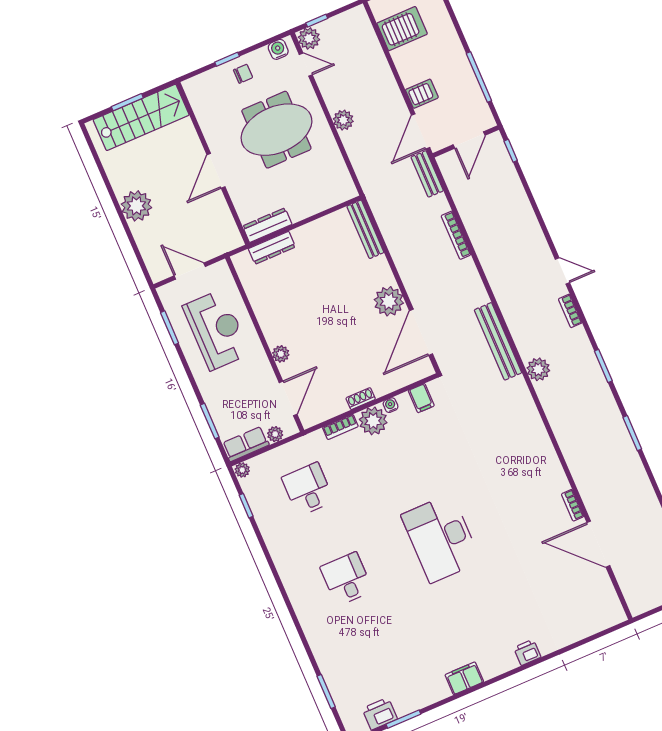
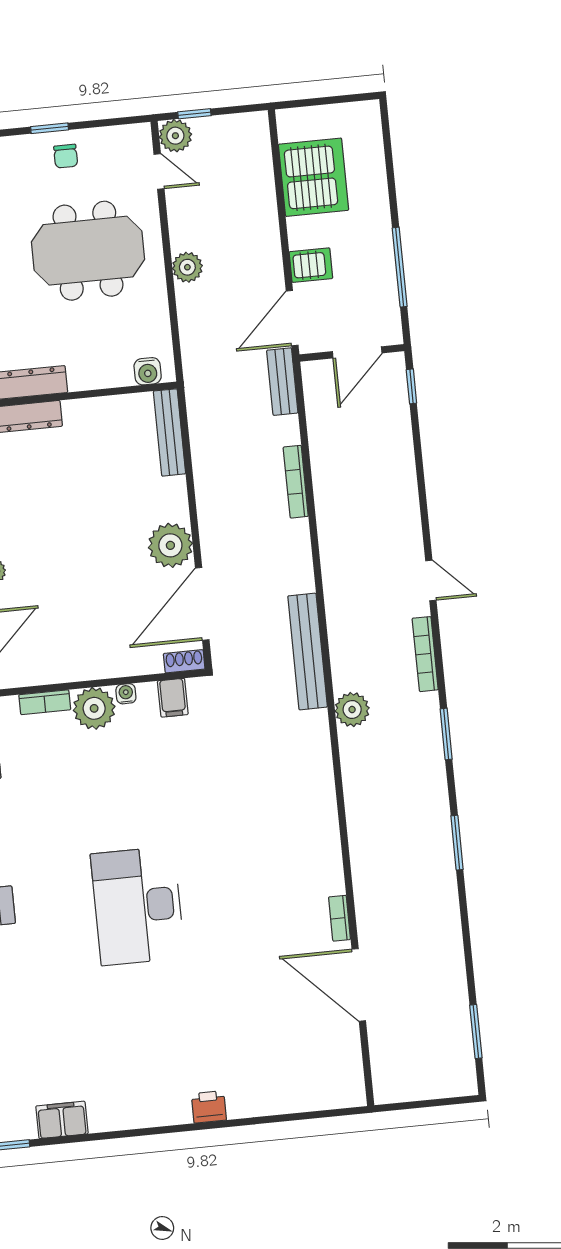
server rack: (402, 29) -> (314, 177), width x1.60
water cooler: (278, 49) -> (148, 371), moved, turned 180
chair: (243, 74) -> (66, 156), turned 90
bookcase: (570, 311) -> (425, 654), width x1.56
shoe rack: (361, 399) -> (184, 661), moved
filing cabinet: (464, 678) -> (62, 1120), moved

